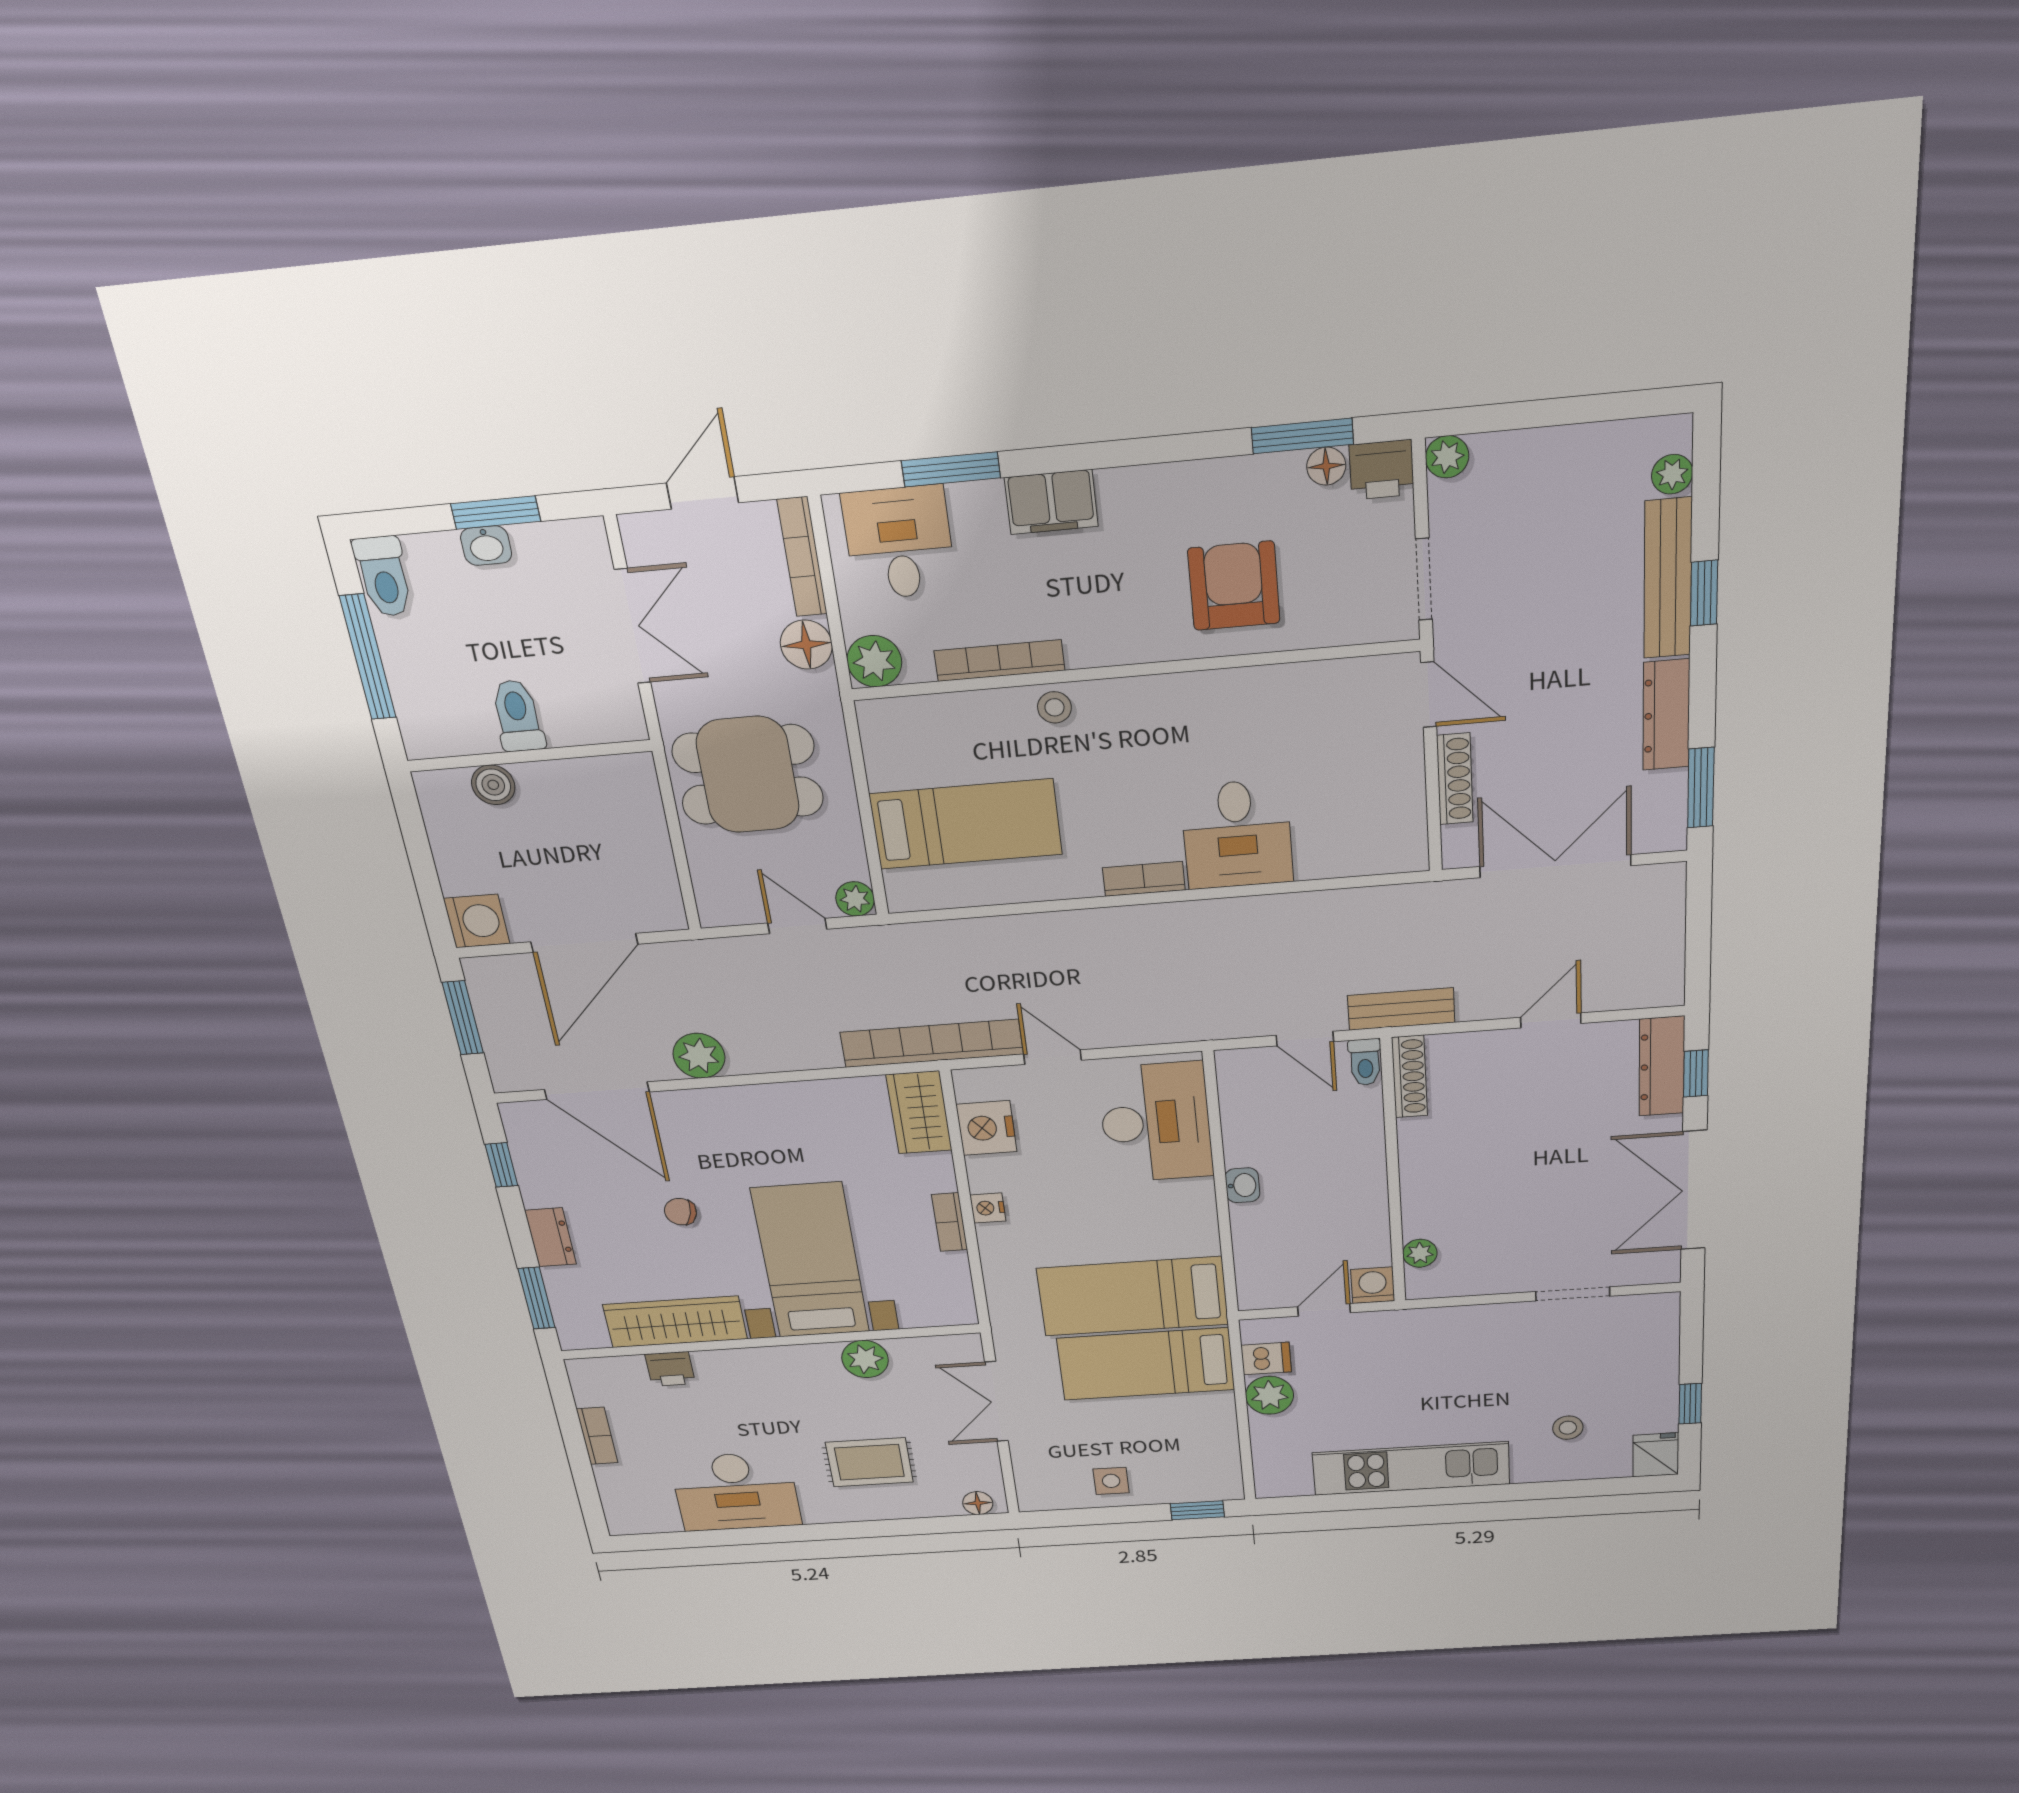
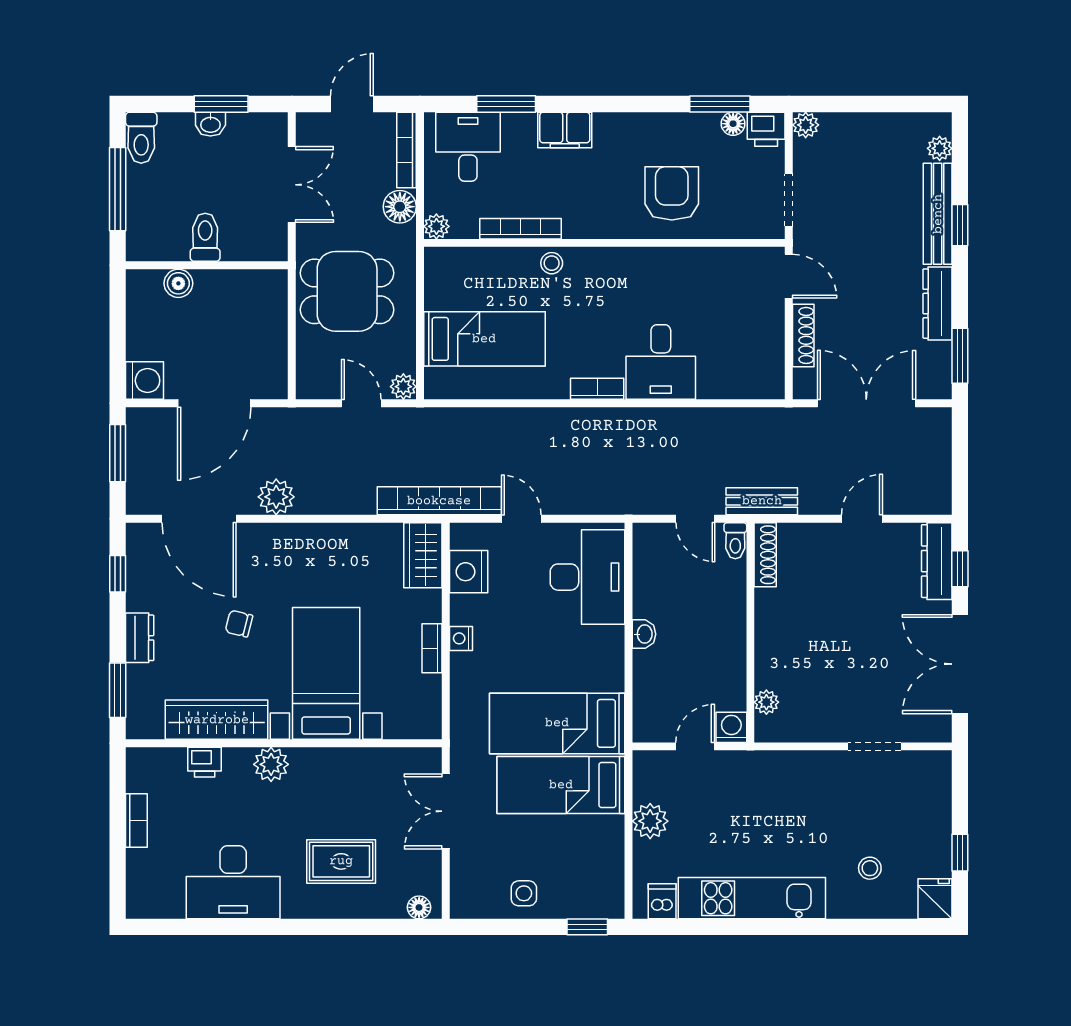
plant: (874, 661) -> (436, 226), width x0.73, depth x0.73
plant: (865, 1359) -> (271, 764), moved
dishwasher: (1266, 1359) -> (662, 901), moved, turned -90

